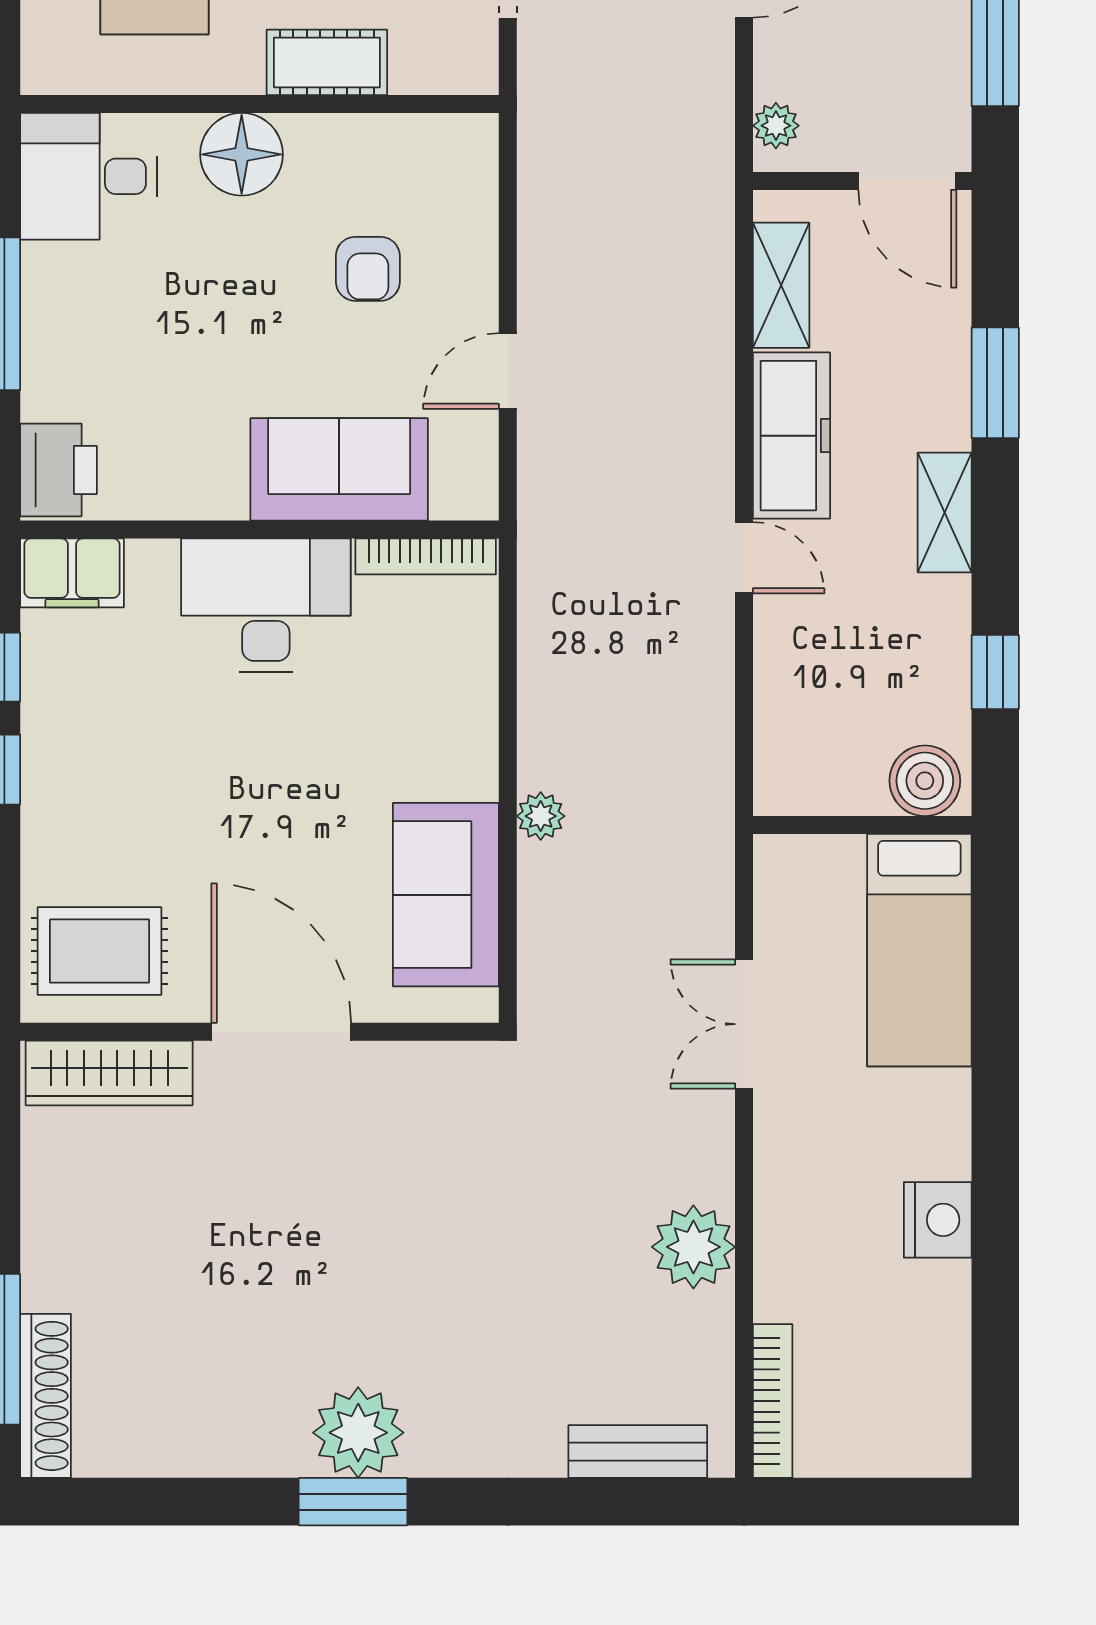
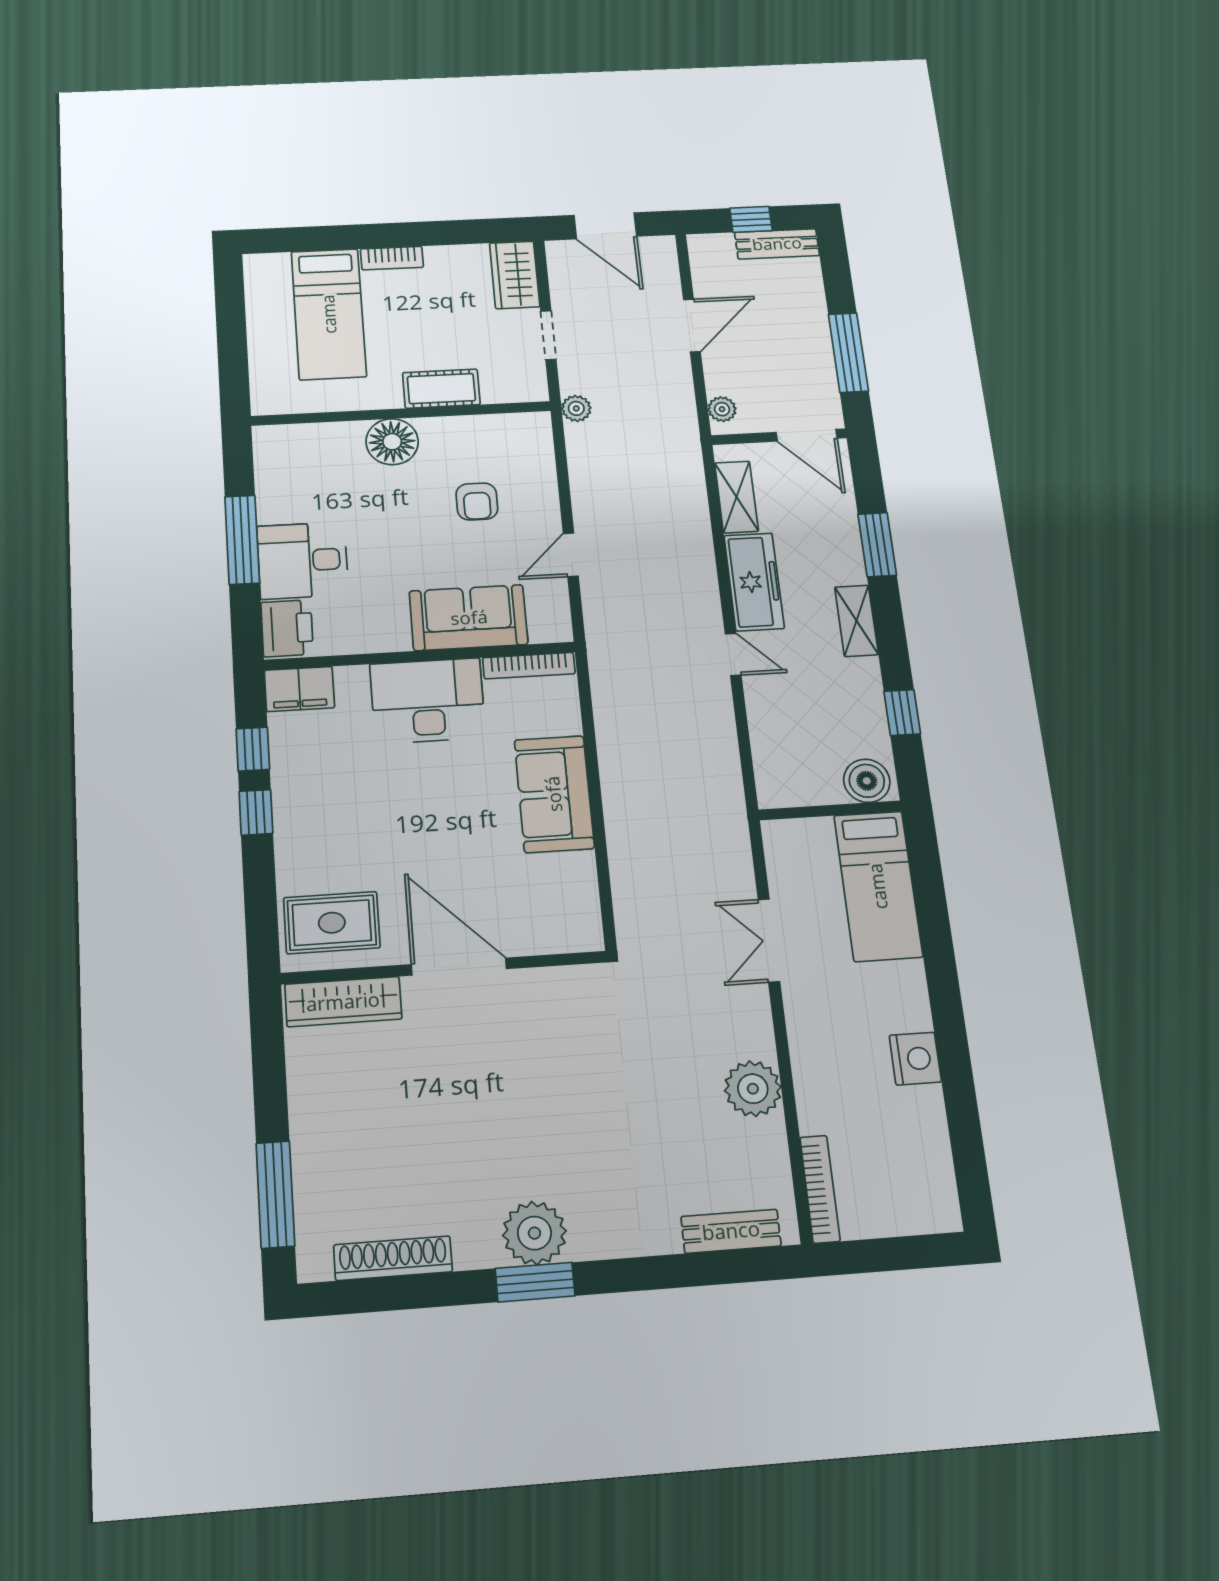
desk: (89, 176) -> (303, 560), moved
plant: (541, 816) -> (576, 408), moved
sofa: (446, 895) -> (554, 794), moved
shoe rack: (46, 1396) -> (393, 1258), moved, turned -90

